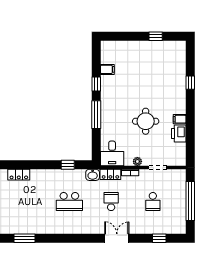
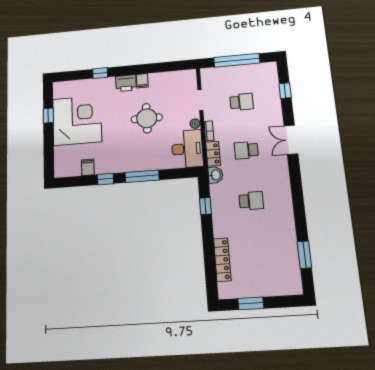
corner desk: (149, 61) -> (77, 120), added
printer: (179, 133) -> (126, 83), moved
desk: (112, 153) -> (187, 149), width x1.37
locker: (19, 175) -> (222, 260), width x1.53
school desk: (69, 202) -> (251, 201), width x0.54

